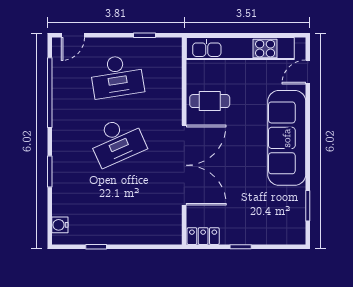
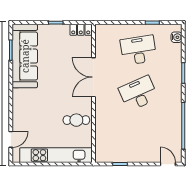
door: (73, 35) -> (168, 164), hinge flipped
desk: (117, 76) -> (138, 50), moved
sofa: (287, 138) -> (25, 56), moved
double door: (184, 165) -> (93, 77), width x0.73

